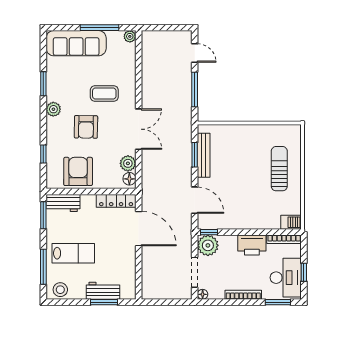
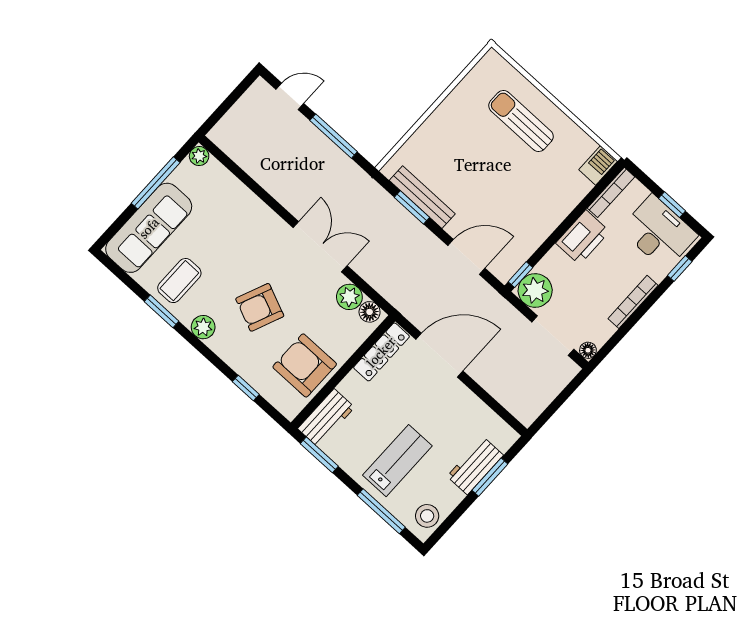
coffee table: (104, 93) -> (179, 281), moved
armchair: (86, 127) -> (260, 307), turned 112
window: (278, 302) -> (680, 268), width x0.67

